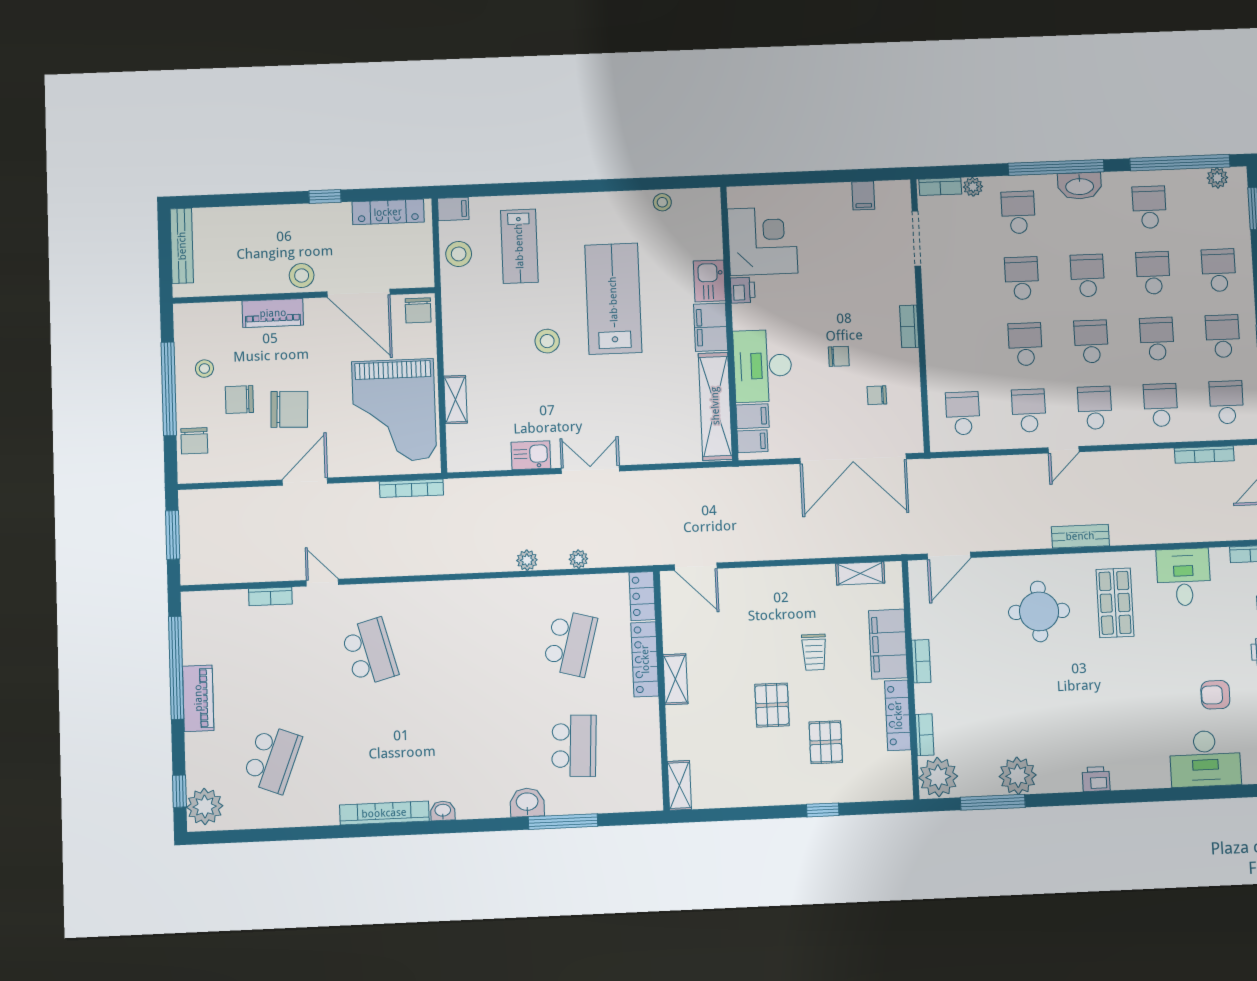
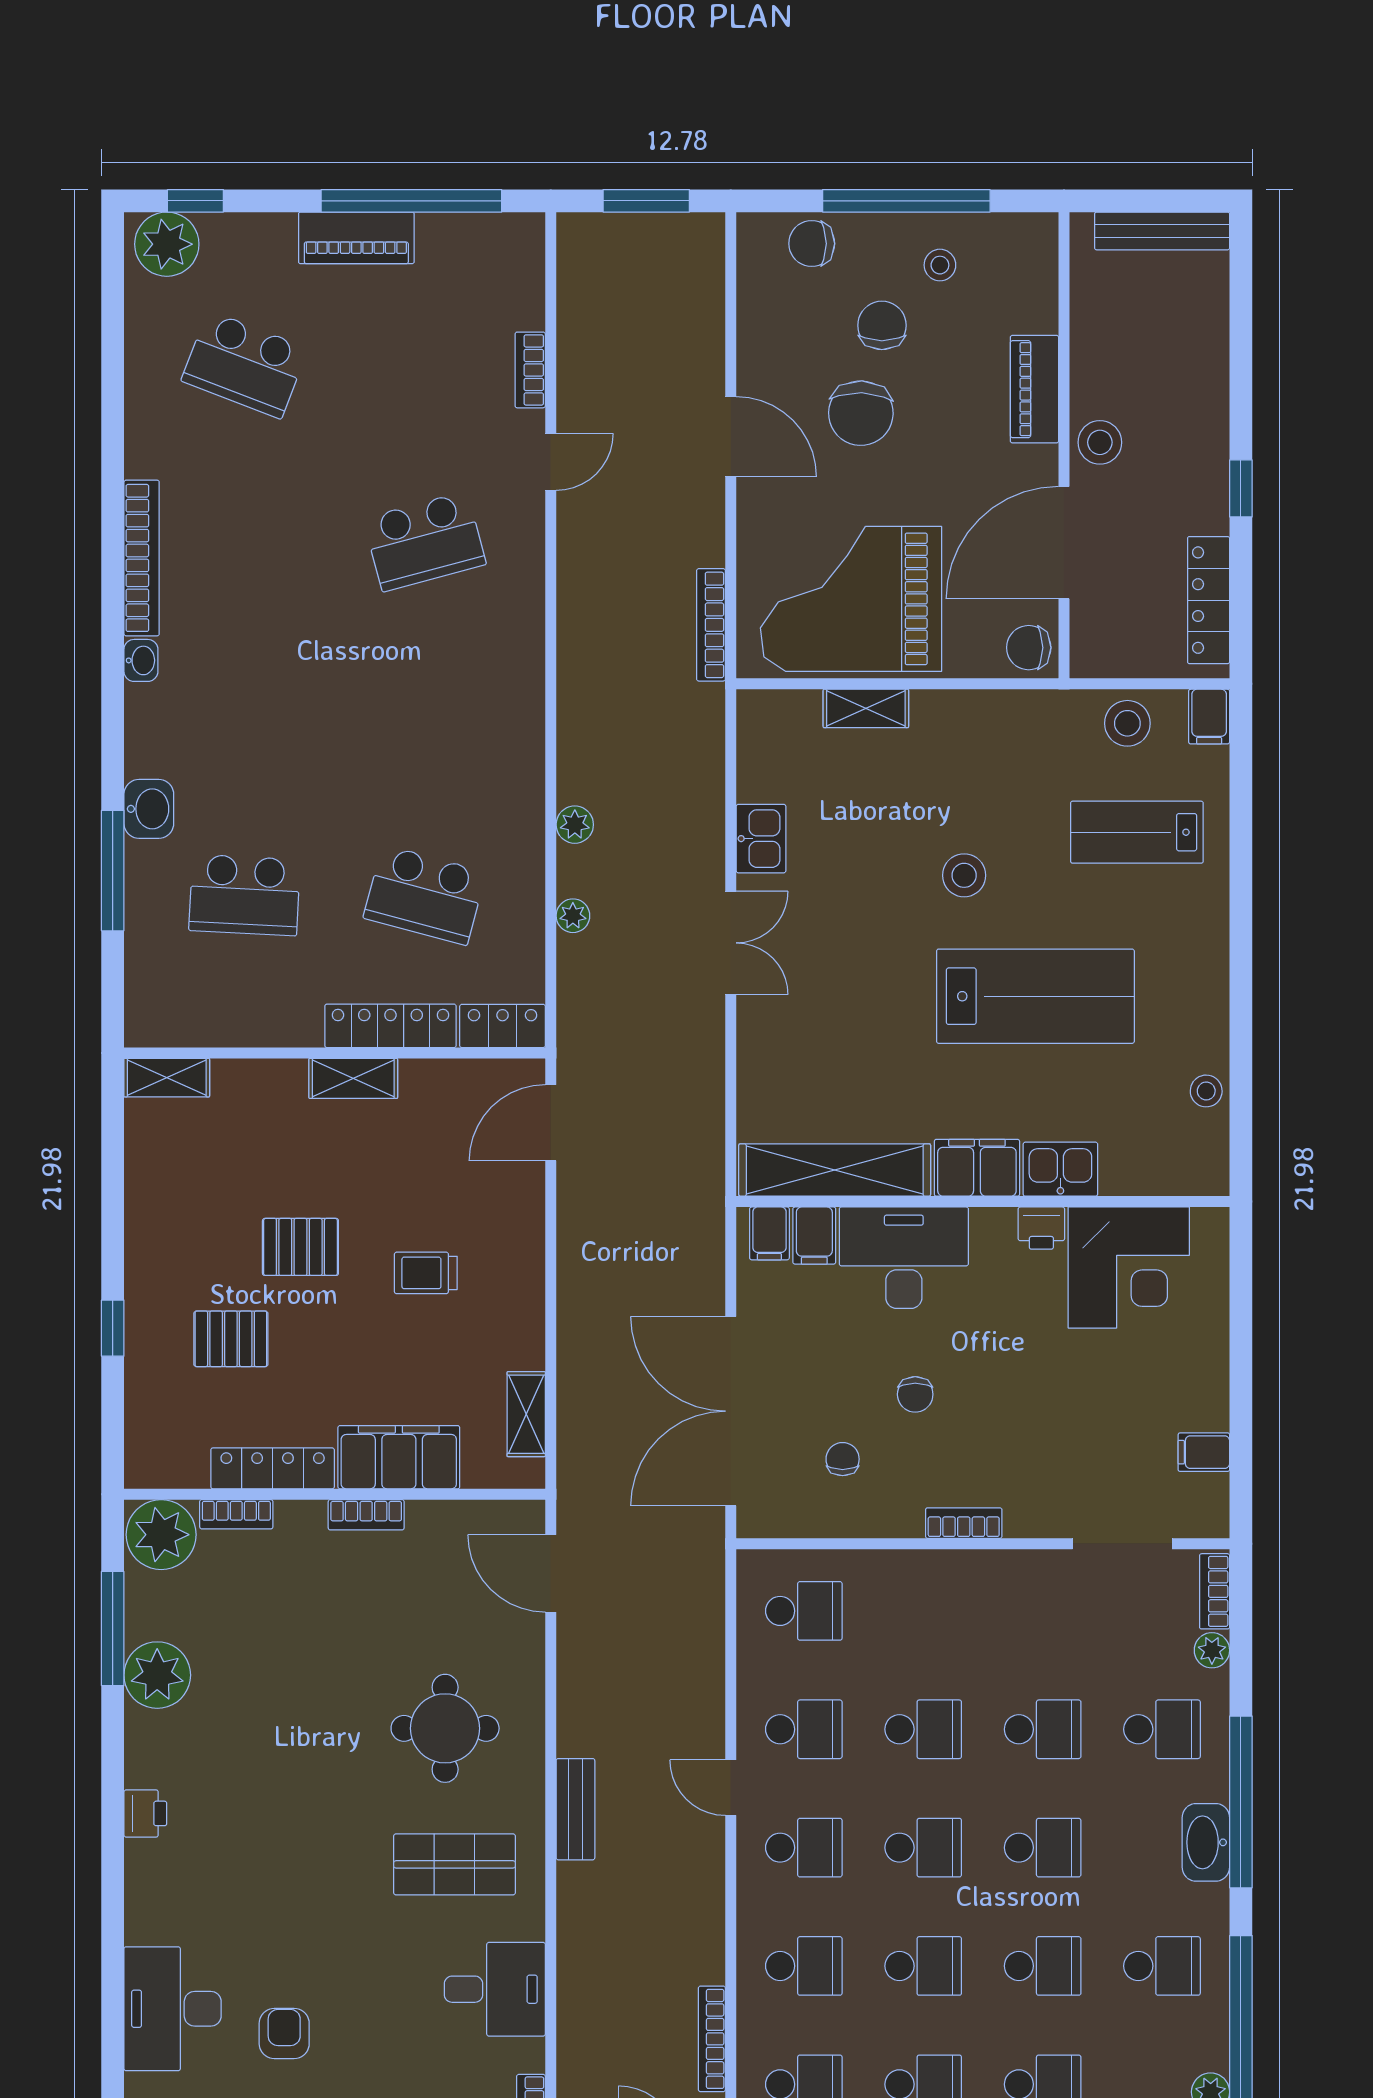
trolley: (814, 652) -> (426, 1273), moved

